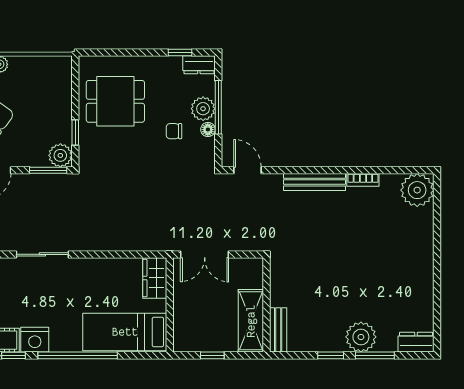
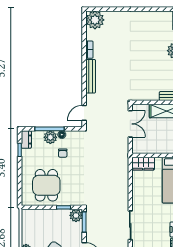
double door: (205, 254) -> (130, 124), moved

